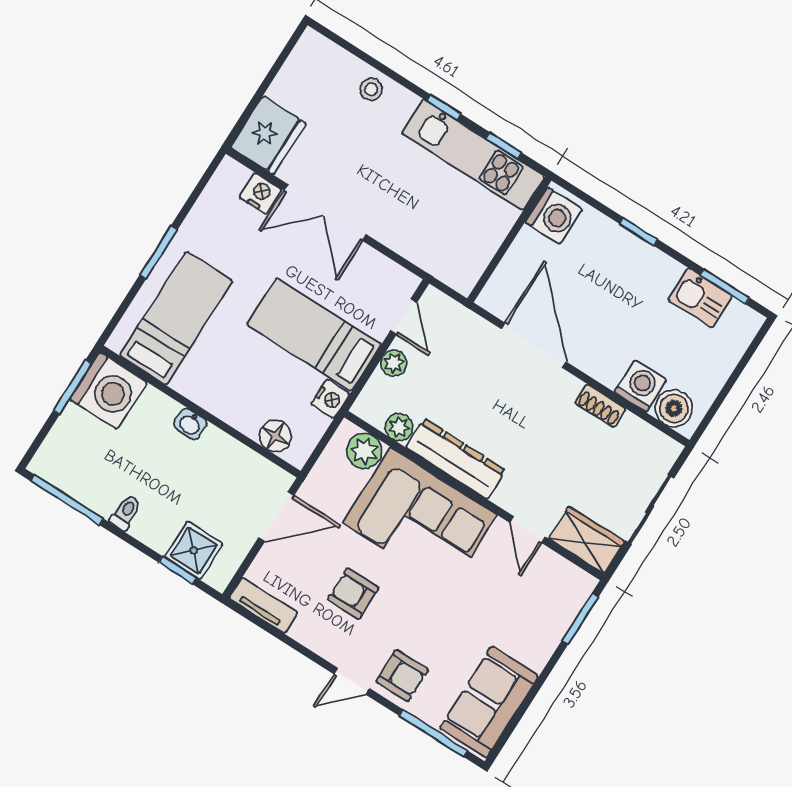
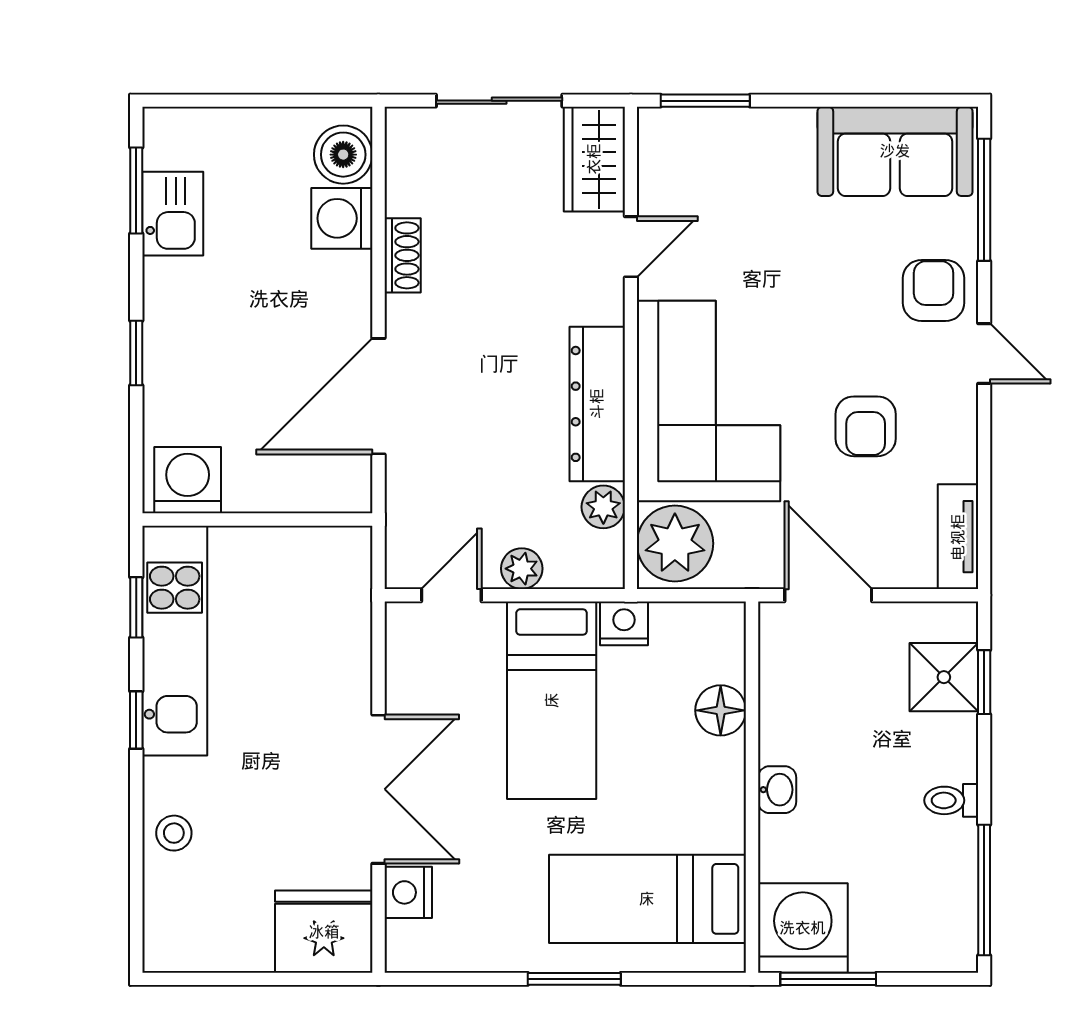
floor lamp: (275, 436) -> (721, 710), moved
plant: (364, 451) -> (675, 543), width x1.36, depth x1.36

